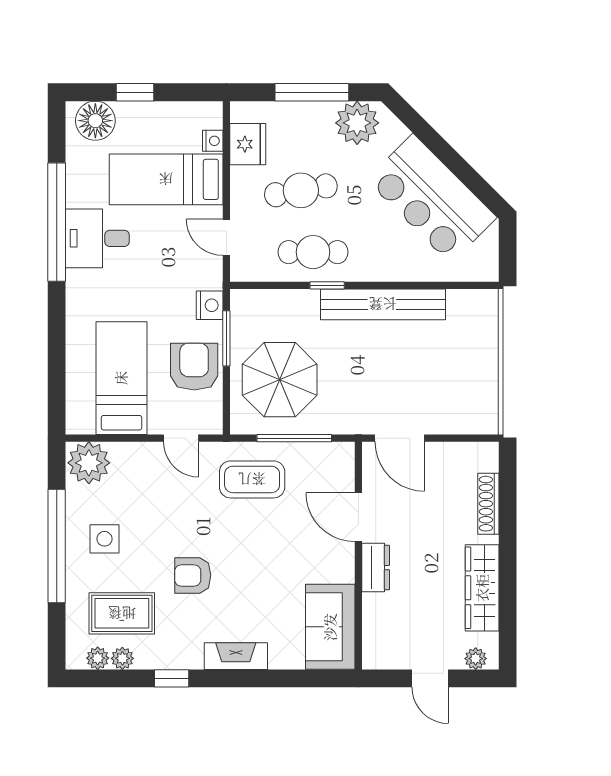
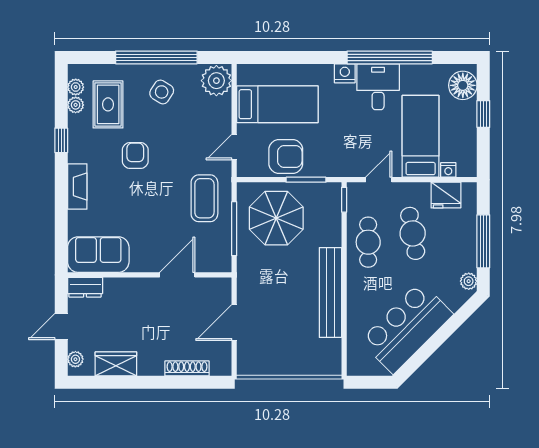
plant: (357, 123) -> (469, 281), width x0.53, depth x0.53
window: (327, 285) -> (344, 200), moved
nightstand: (210, 305) -> (345, 73), moved, turned 180
door: (400, 438) -> (234, 323), moved
side table: (104, 539) -> (162, 92), turned 32
dresser: (376, 568) -> (85, 287), moved
wardrobe: (482, 588) -> (116, 364), width x0.67

